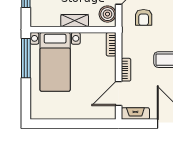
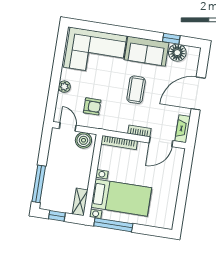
shelving: (75, 21) -> (80, 202), moved
bookcase: (111, 44) -> (119, 142), width x1.56
door: (119, 94) -> (161, 142), hinge flipped

